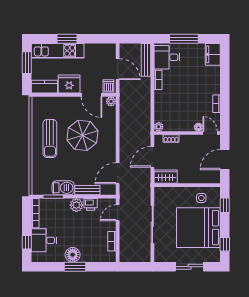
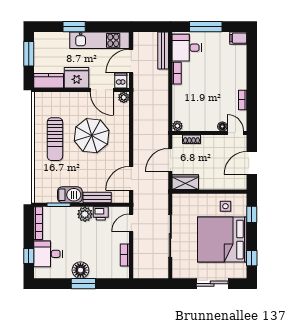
kitchen unit: (58, 51) -> (100, 40), moved
filing cabinet: (213, 54) -> (238, 38), width x0.50
door: (118, 69) -> (131, 61), swing flipped

